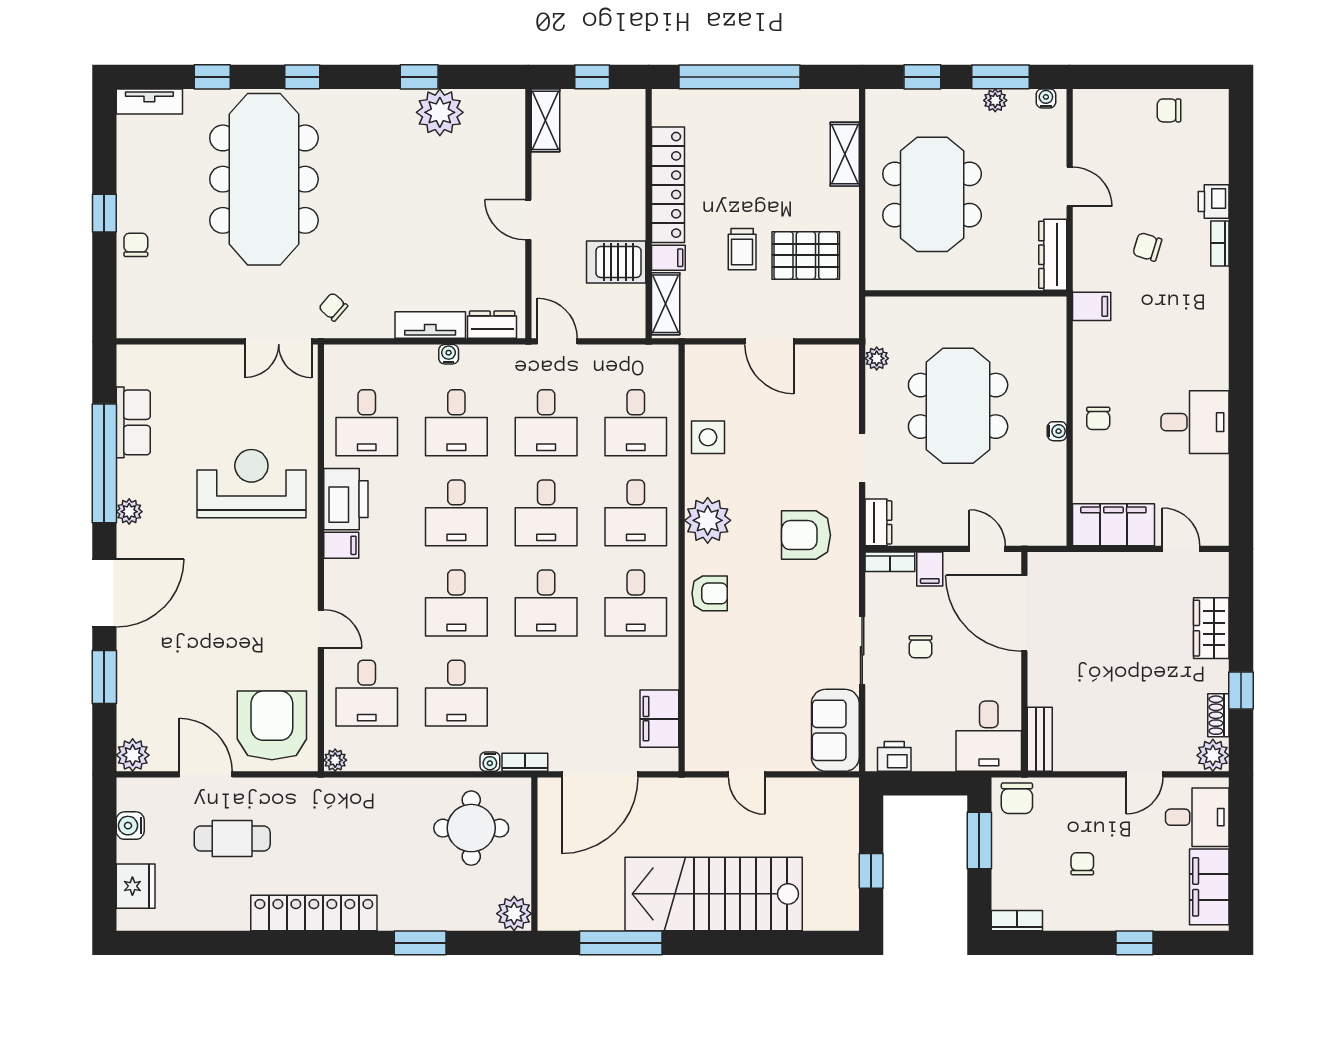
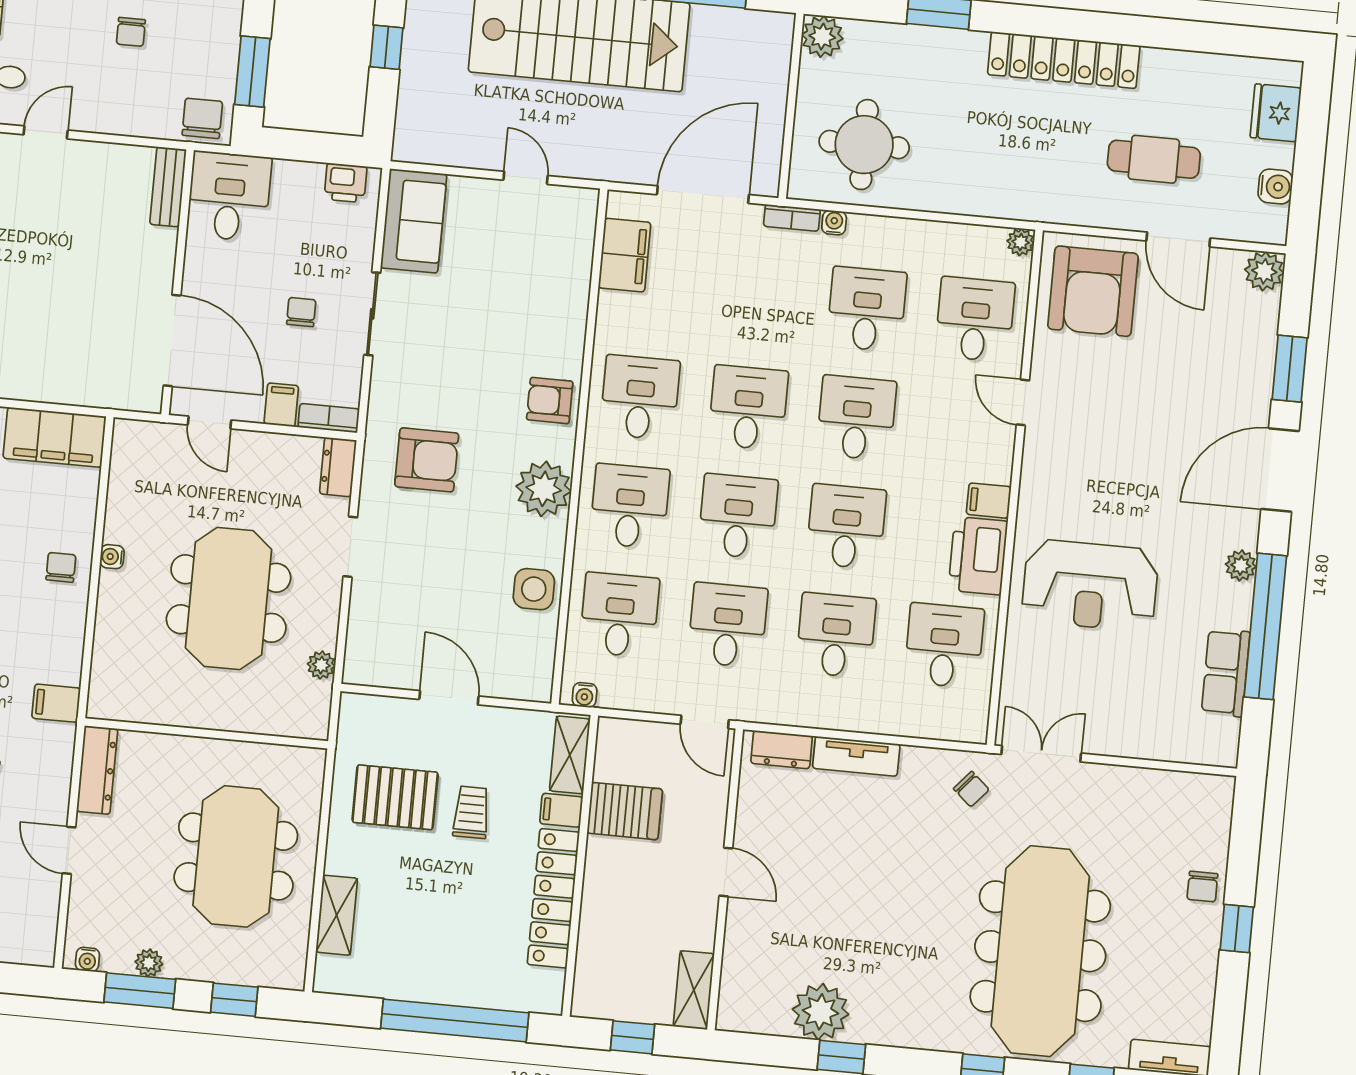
water cooler: (449, 354) -> (585, 695), moved

